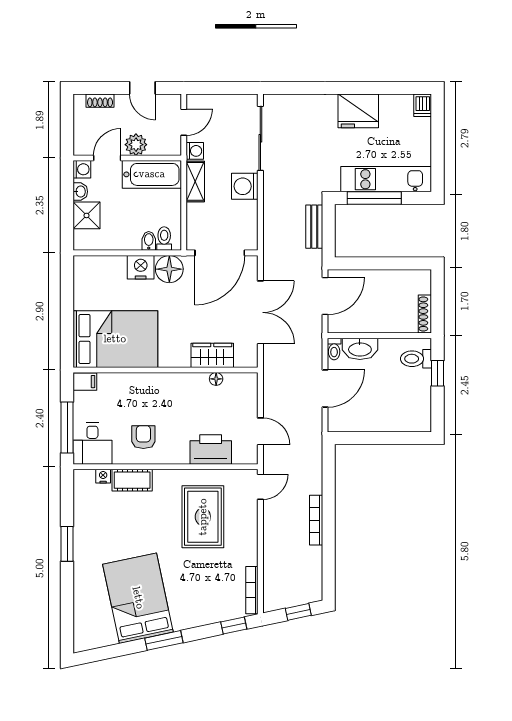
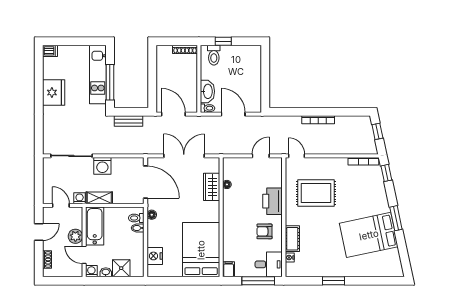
nightstand: (141, 267) -> (155, 256), moved
floor lamp: (169, 269) -> (152, 215), width x0.53, depth x0.53
printer: (211, 450) -> (273, 201), moved

